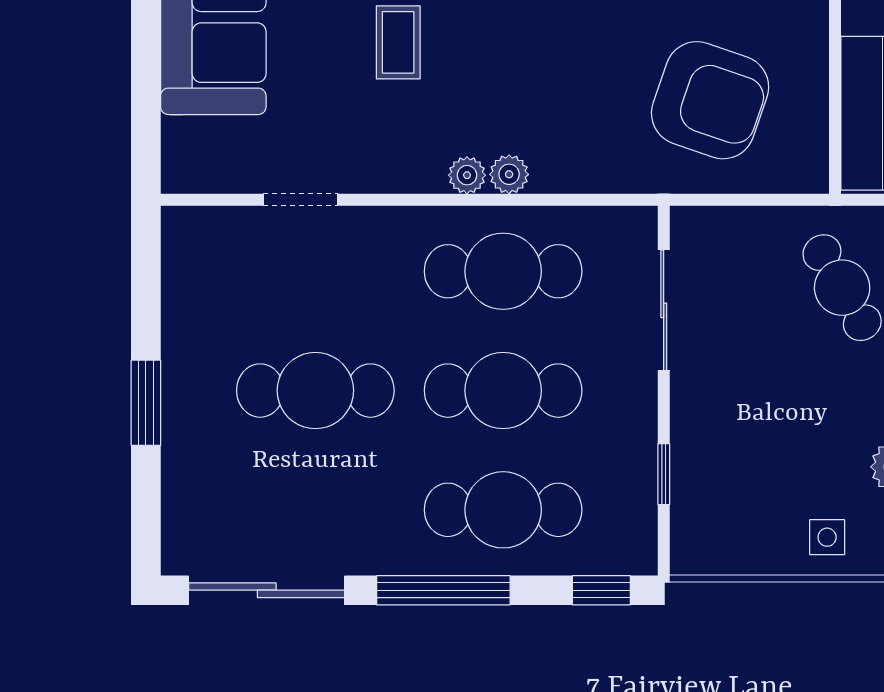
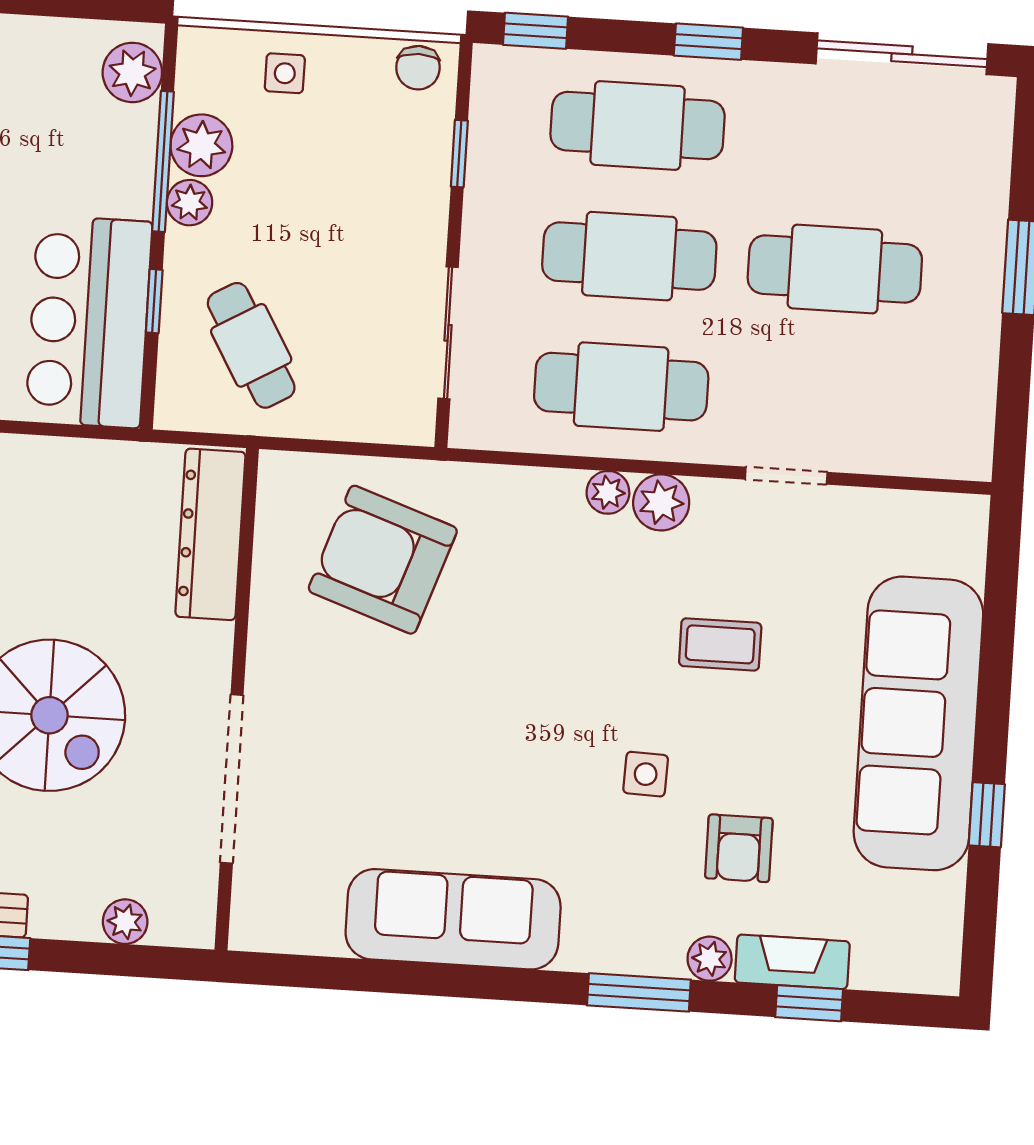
coffee table: (398, 42) -> (720, 644), turned 90
plant: (467, 175) -> (661, 502), width x1.38, depth x1.38
doorway: (301, 200) -> (786, 476), moved
chair: (706, 550) -> (418, 68), added
window: (443, 590) -> (708, 42), width x0.46

